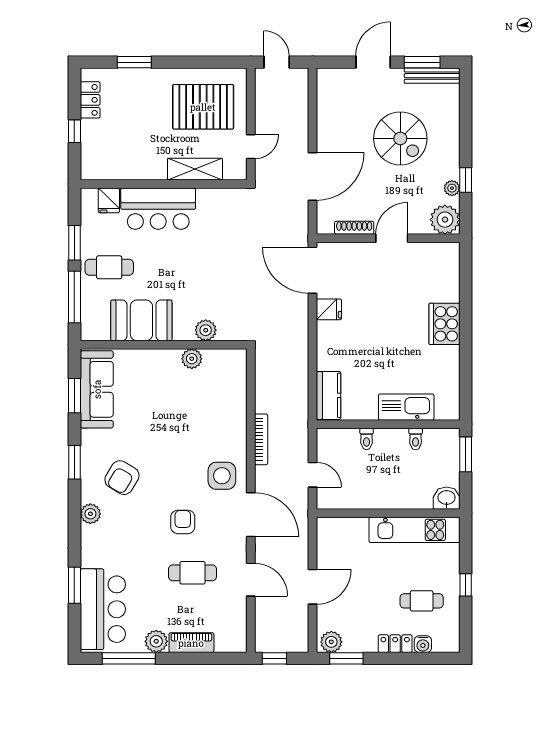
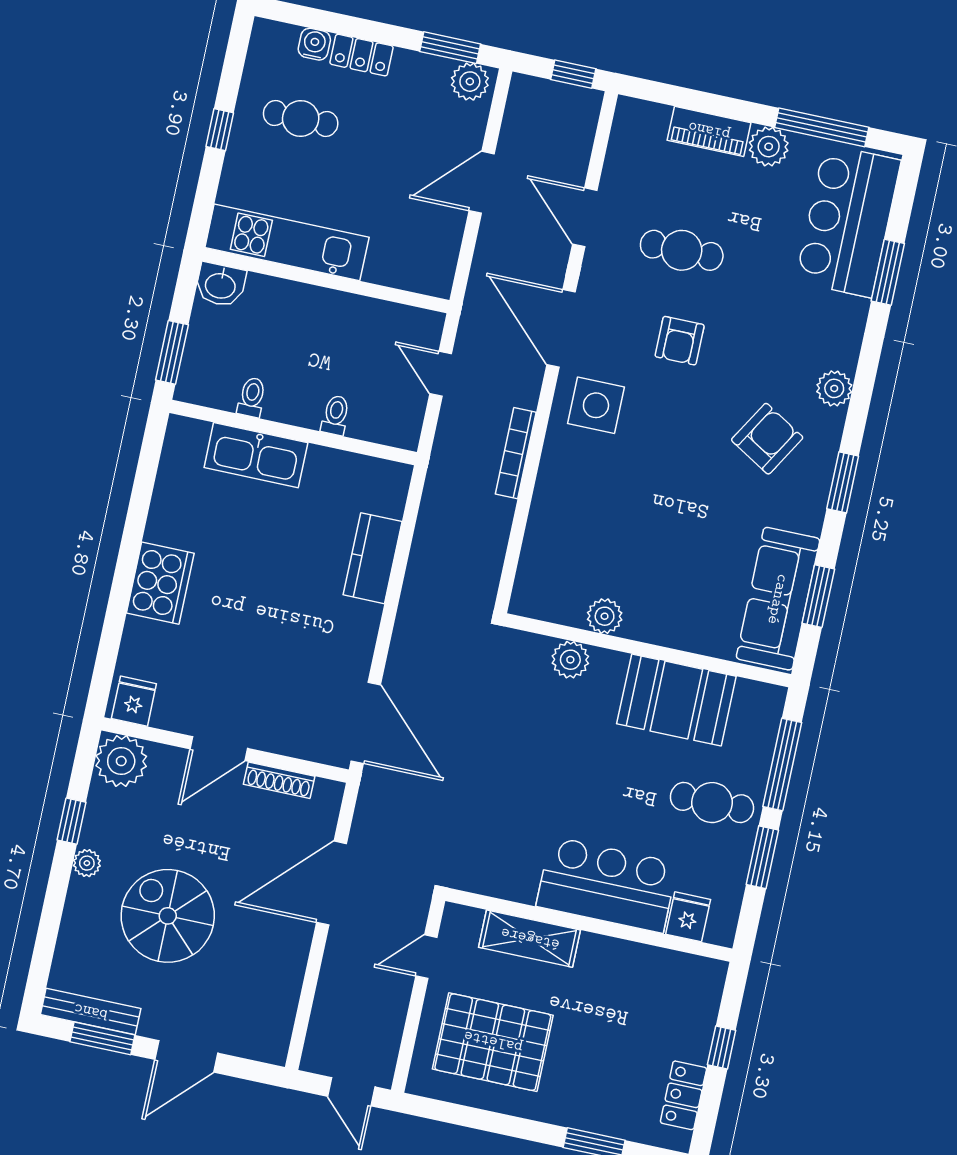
plant: (452, 188) -> (87, 863), moved
fridge: (329, 309) -> (134, 701), moved, turned 90
kitchen counter: (329, 395) -> (373, 558), moved

